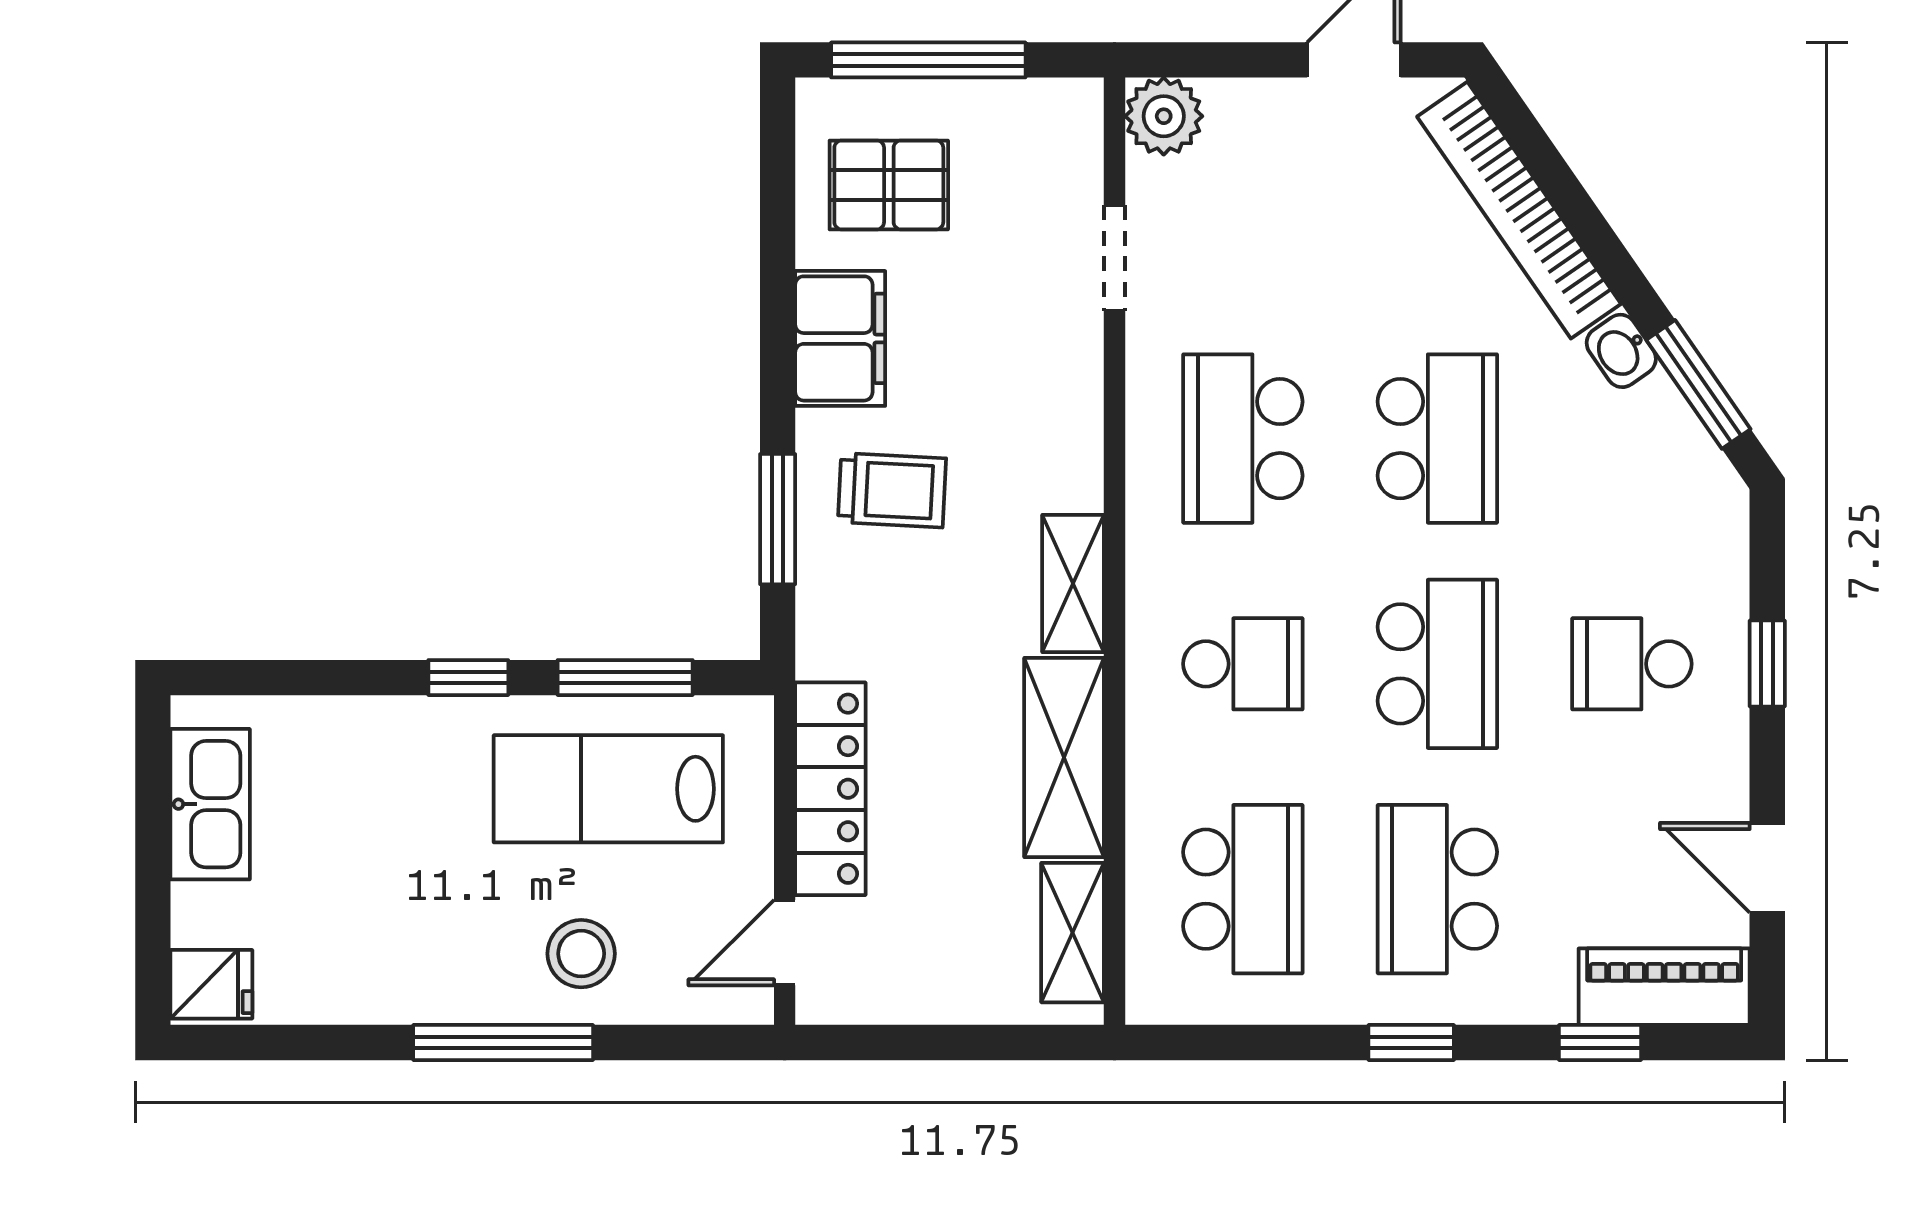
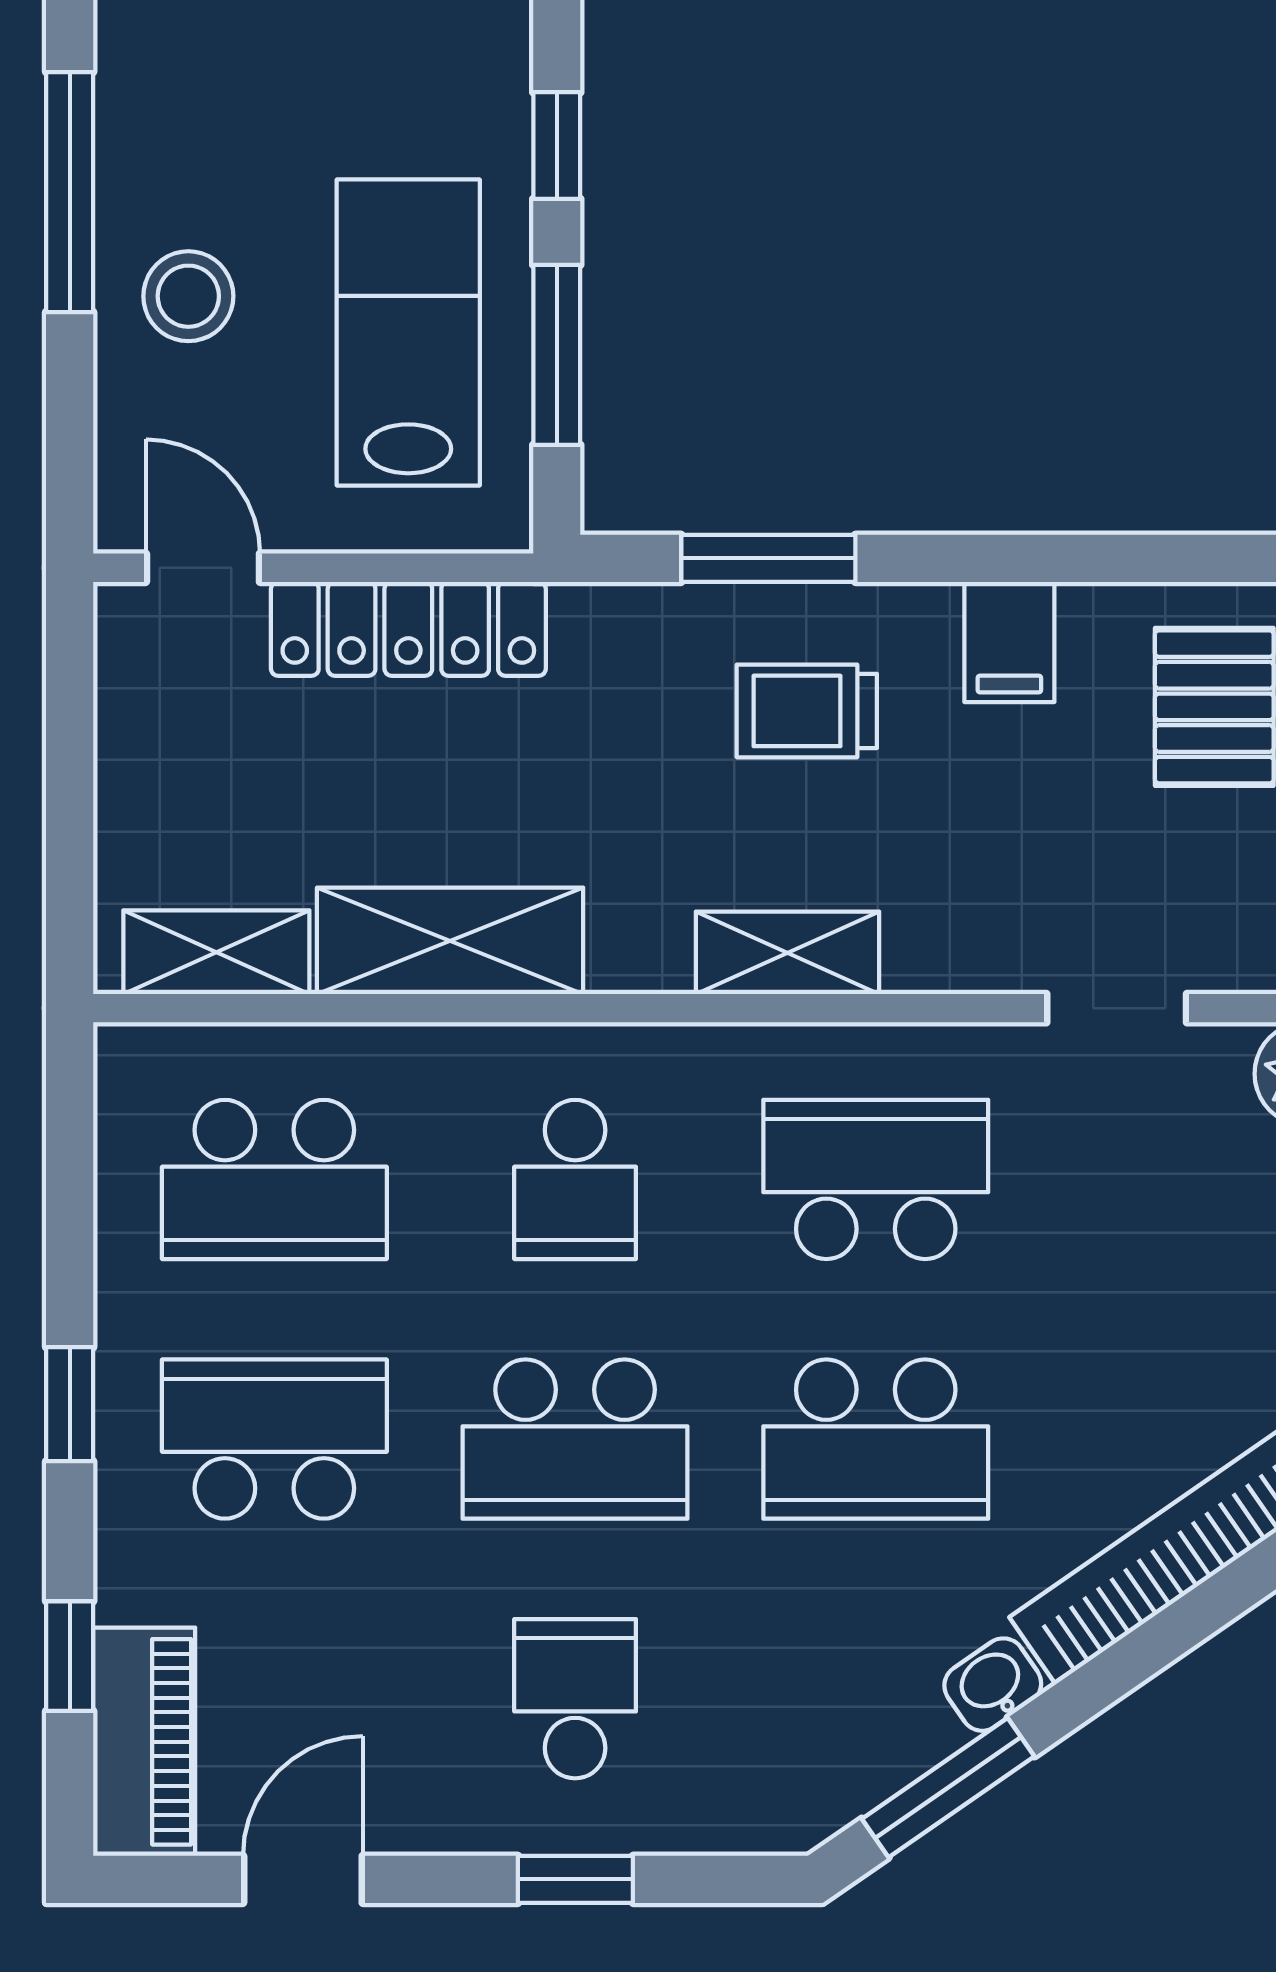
filing cabinet: (840, 338) -> (1009, 642), width x0.50
trolley: (892, 490) -> (807, 711), turned 87
shelving: (1073, 583) -> (788, 953), moved

